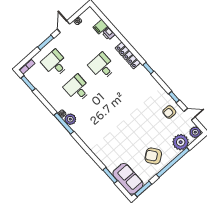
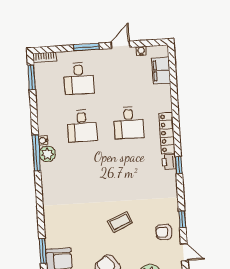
filing cabinet: (100, 27) -> (161, 71), width x2.00
printer: (109, 34) -> (169, 162), moved
desk: (55, 63) -> (79, 78), turned 180
desk: (102, 66) -> (129, 123), turned 180
desk: (77, 89) -> (82, 126), turned 180
coffee table: (140, 125) -> (120, 222), added

